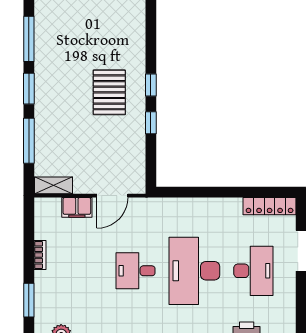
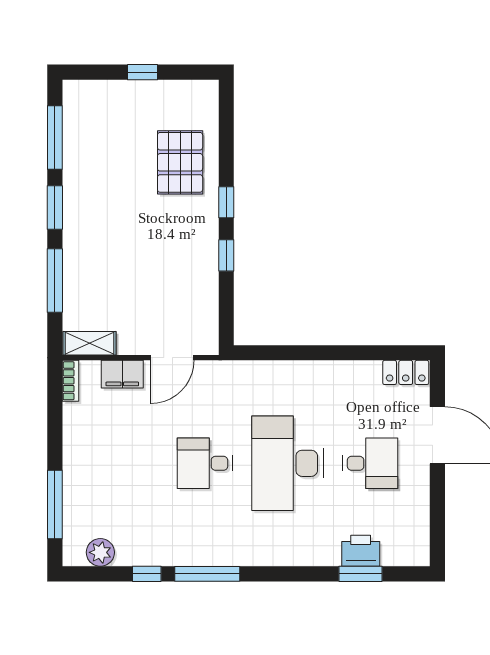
pallet: (109, 92) -> (180, 162), moved
locker: (270, 206) -> (406, 372), width x0.66
bookcase: (40, 255) -> (71, 381), moved
desk: (253, 271) -> (370, 463), width x0.73
window: (29, 300) -> (55, 505), width x1.44

